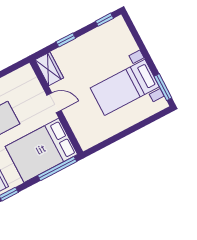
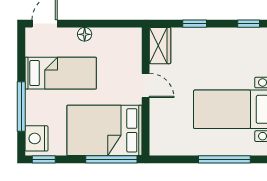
window: (138, 126) -> (224, 159), added

